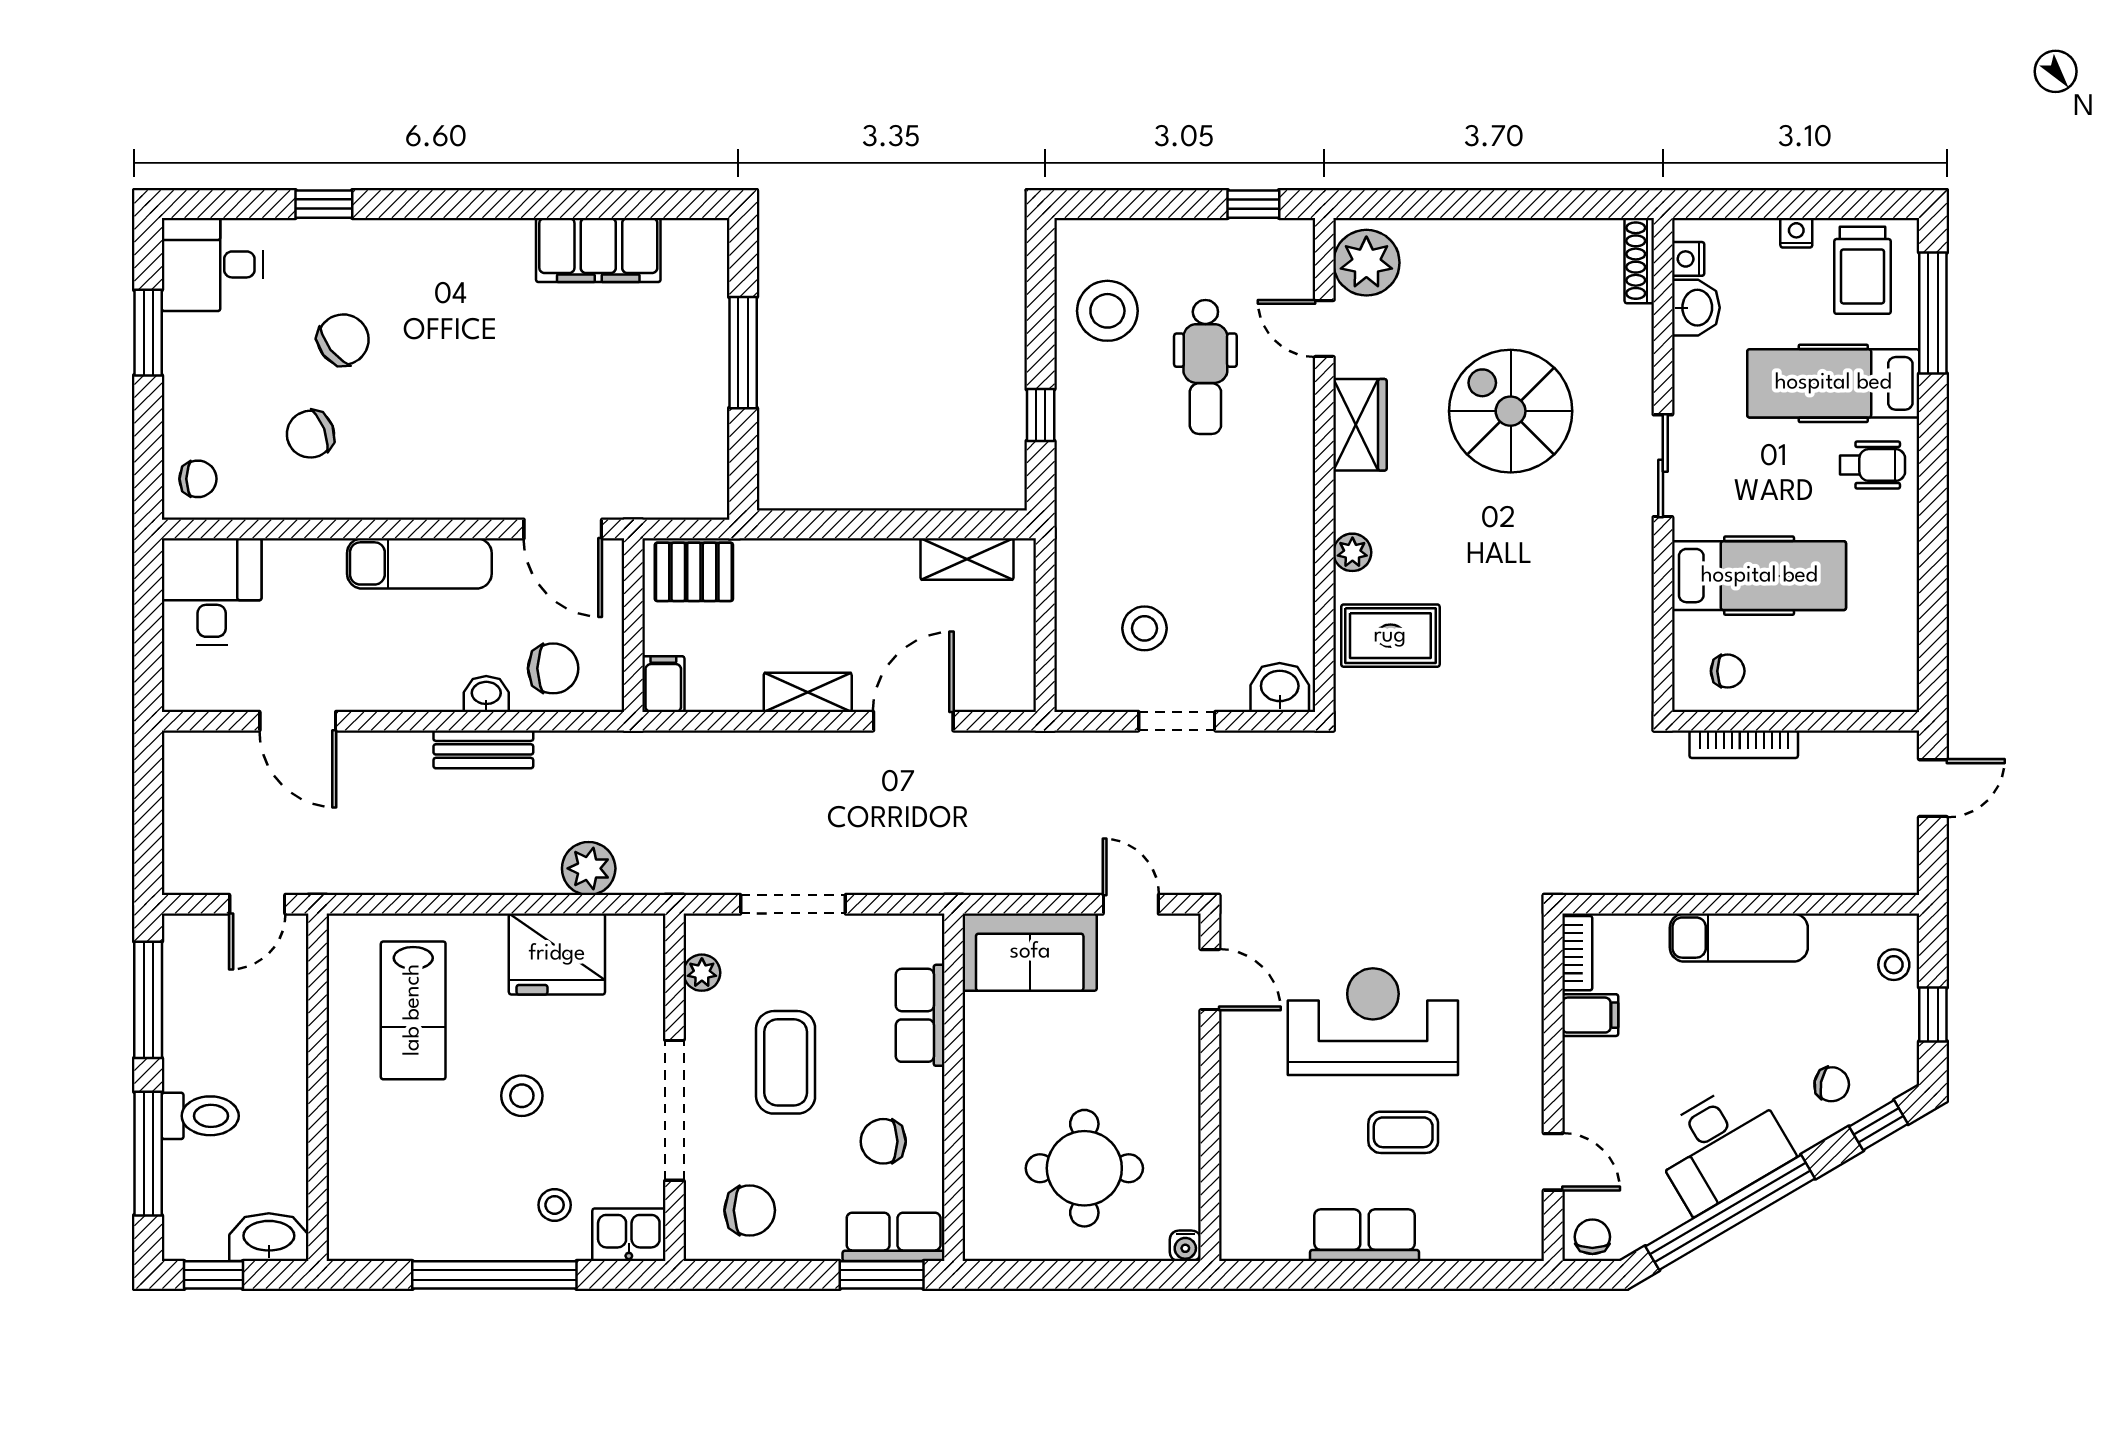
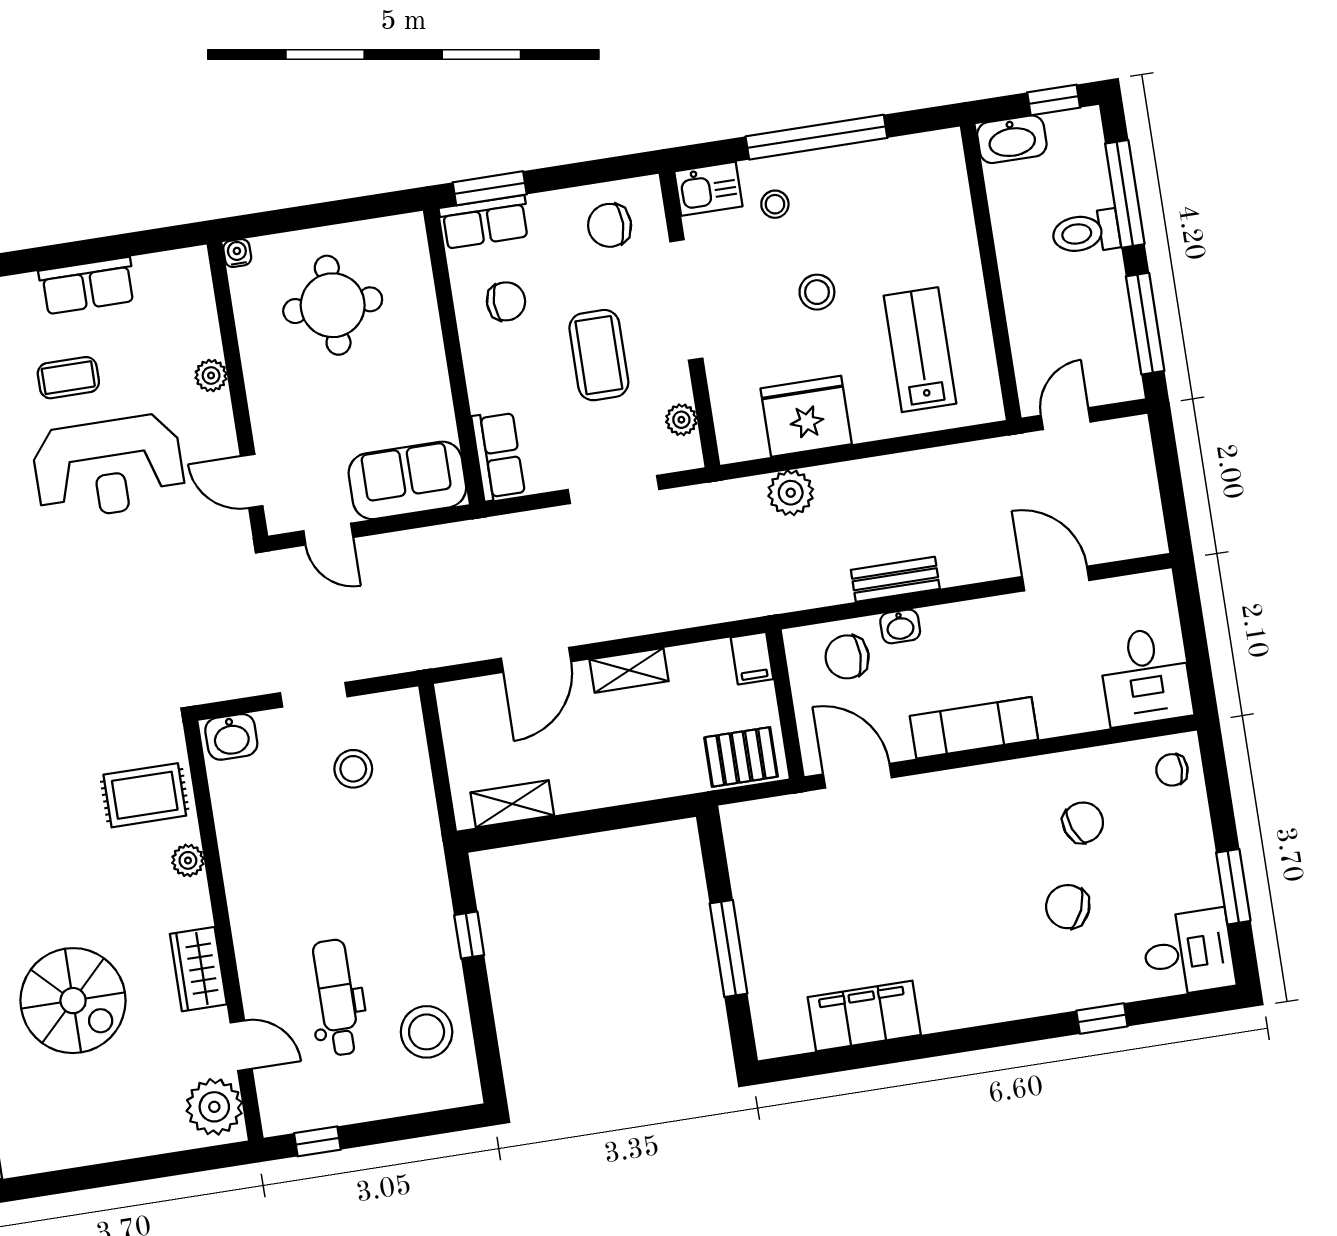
chair: (343, 340) -> (1068, 907), turned 61
row of seats: (920, 1015) -> (498, 456), moved
plant: (1238, 1109) -> (211, 375), added

